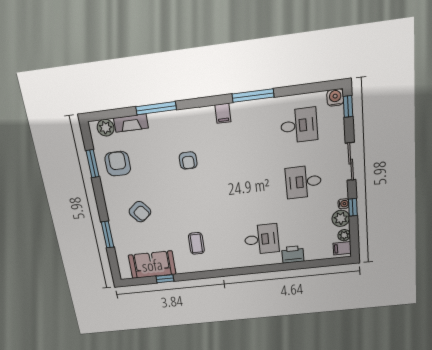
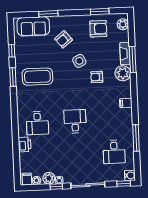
window: (253, 96) -> (136, 138), moved
plant: (178, 122) -> (123, 73), added
fireplace: (131, 123) -> (125, 54), moved
sliding door: (351, 162) -> (88, 185), width x1.37
desk: (303, 182) -> (75, 121), moved
side table: (168, 188) -> (79, 61), added
coffee table: (196, 243) -> (37, 77), width x1.86, depth x1.72
sofa: (152, 265) -> (33, 26), moved, turned 90
window: (200, 275) -> (13, 77), added

